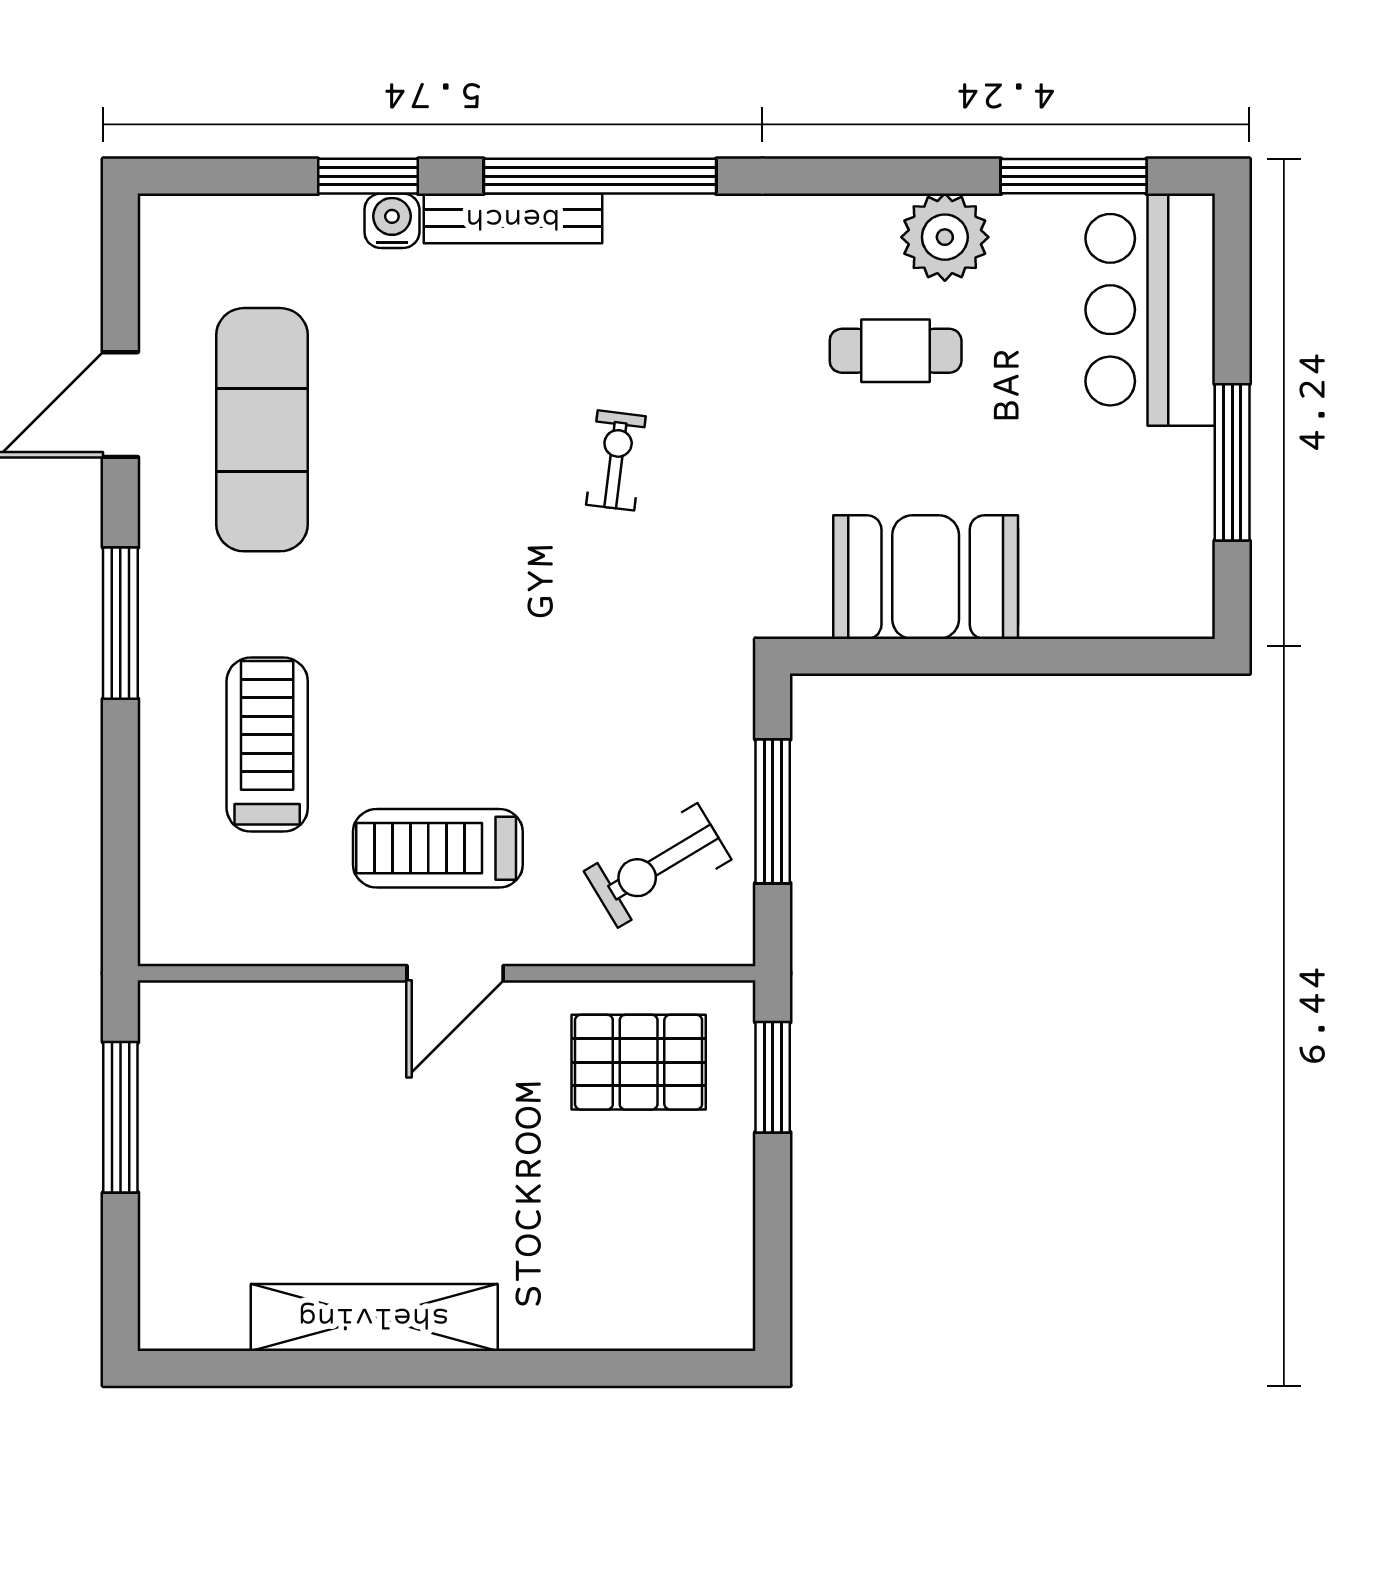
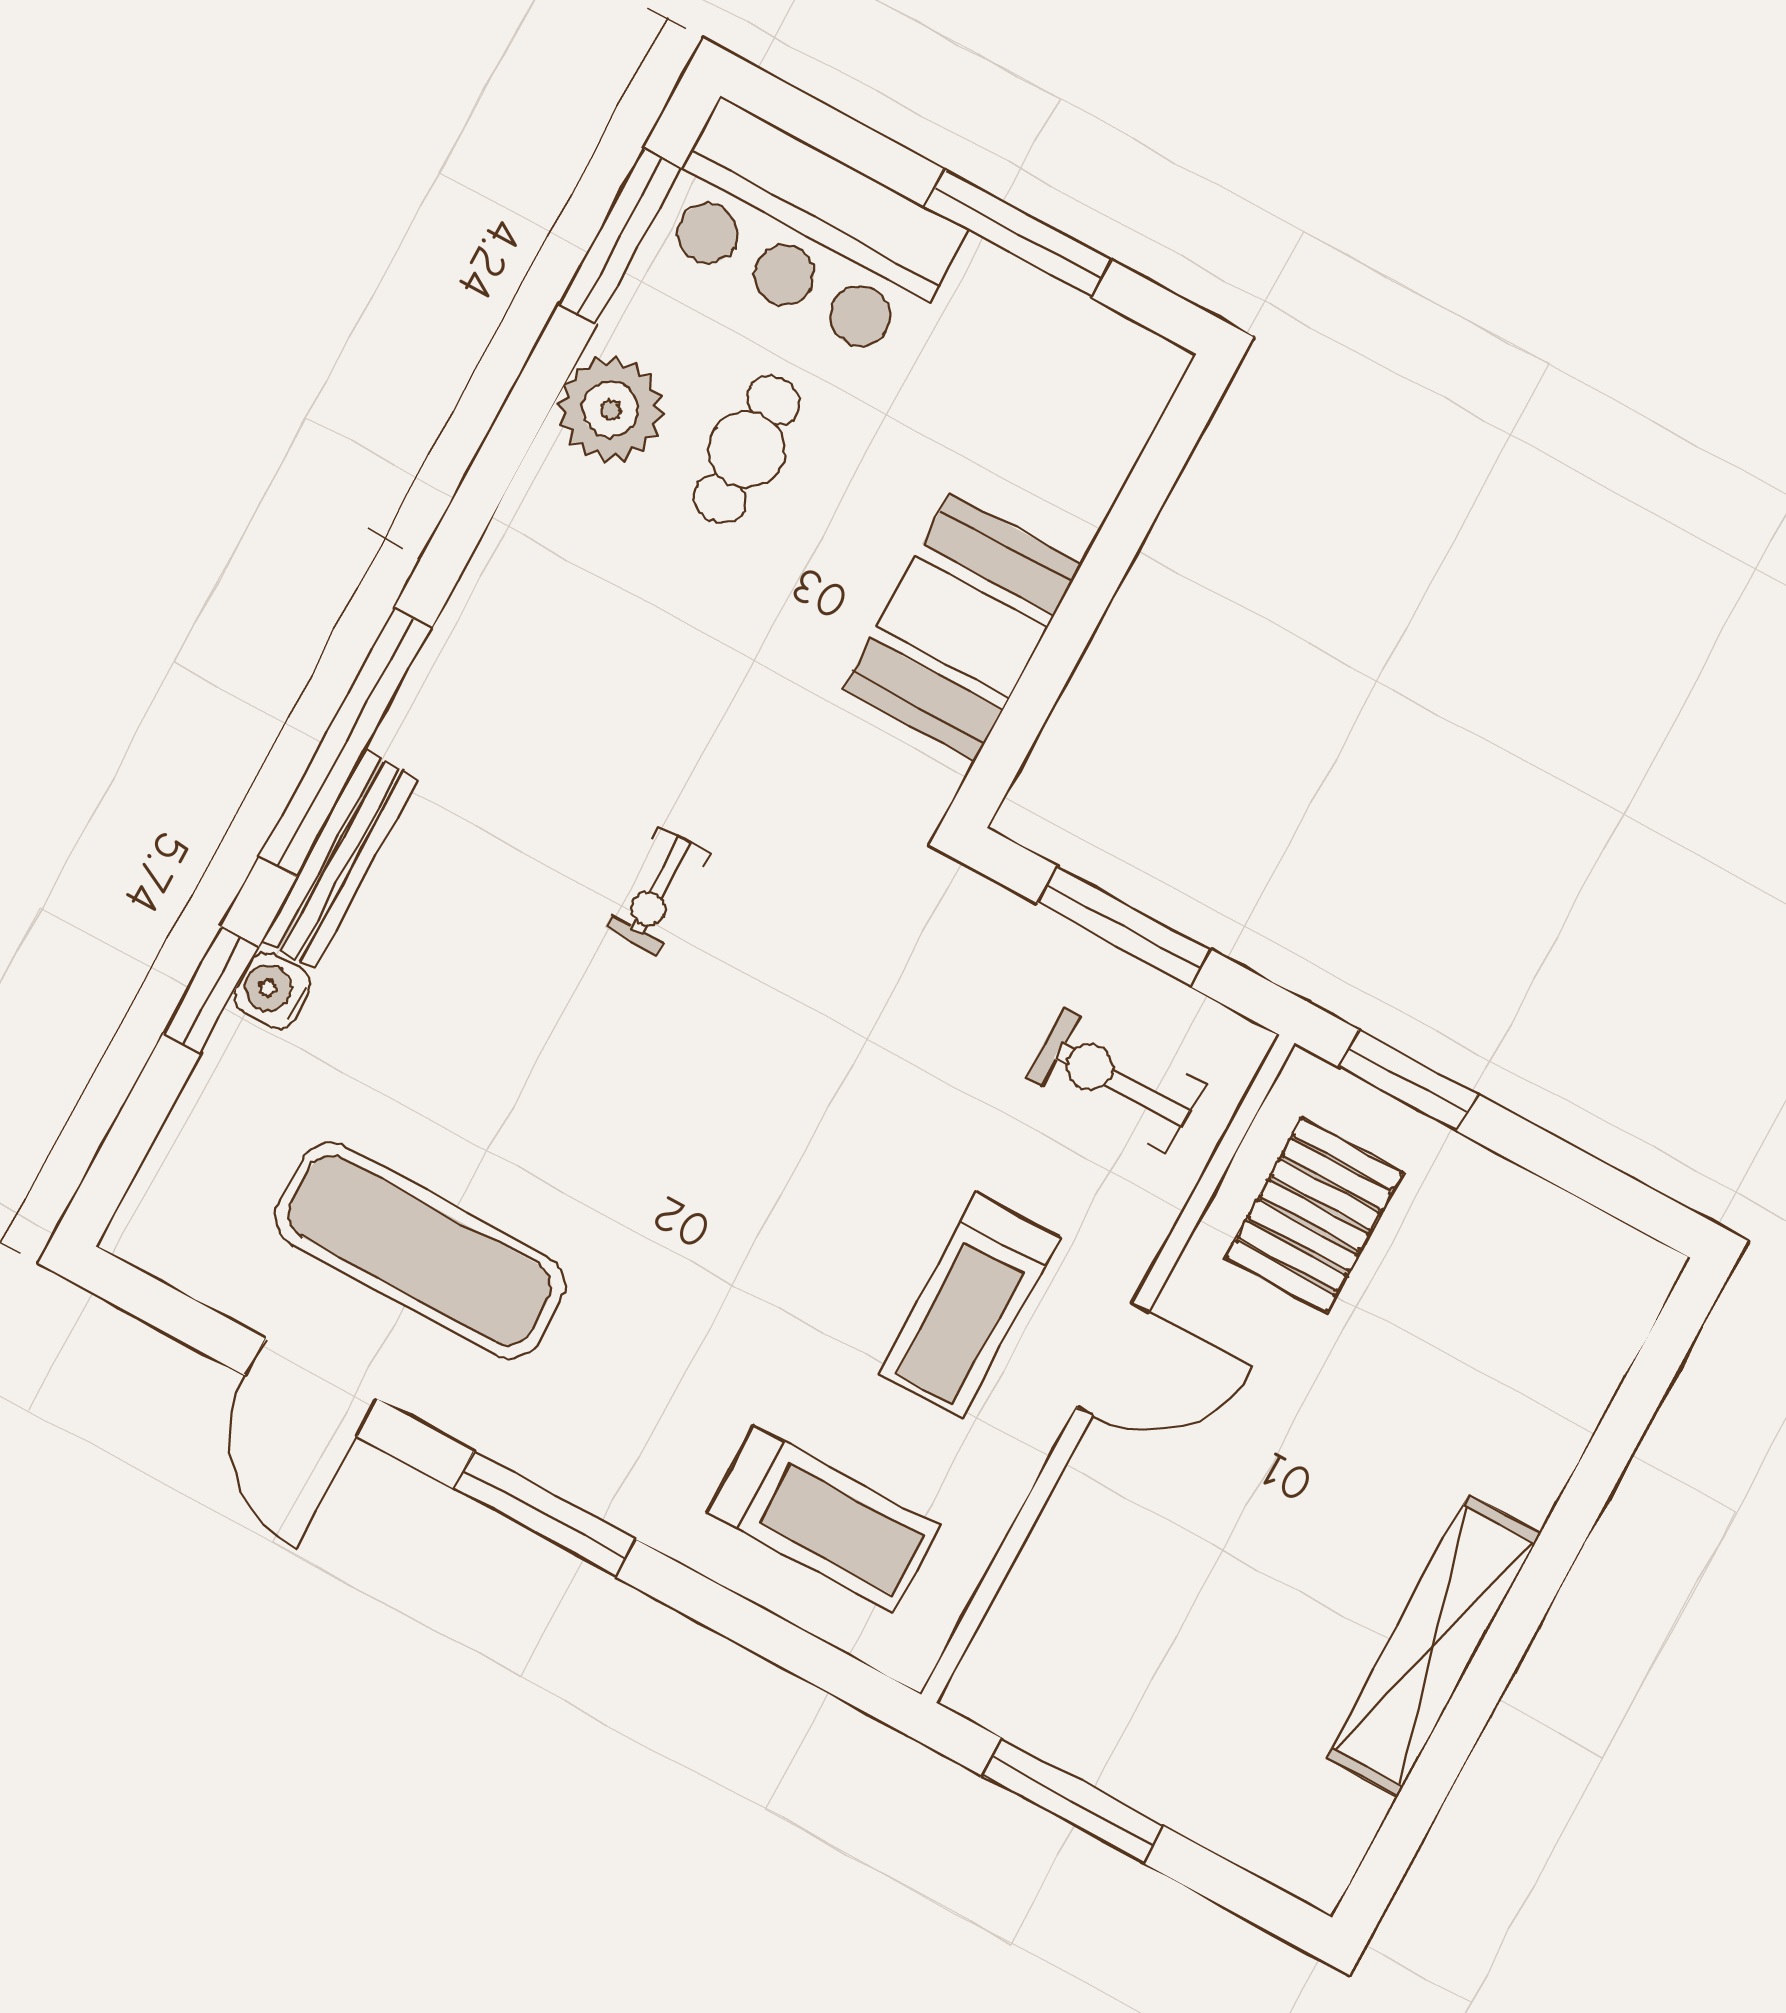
cafe table: (896, 351) -> (747, 449), moved
exercise bike: (616, 460) -> (658, 890), turned -97
treadmill: (267, 745) -> (823, 1520), moved, turned 180
exercise bike: (658, 865) -> (1115, 1081), turned 121
door: (455, 973) -> (1113, 1360), hinge flipped

